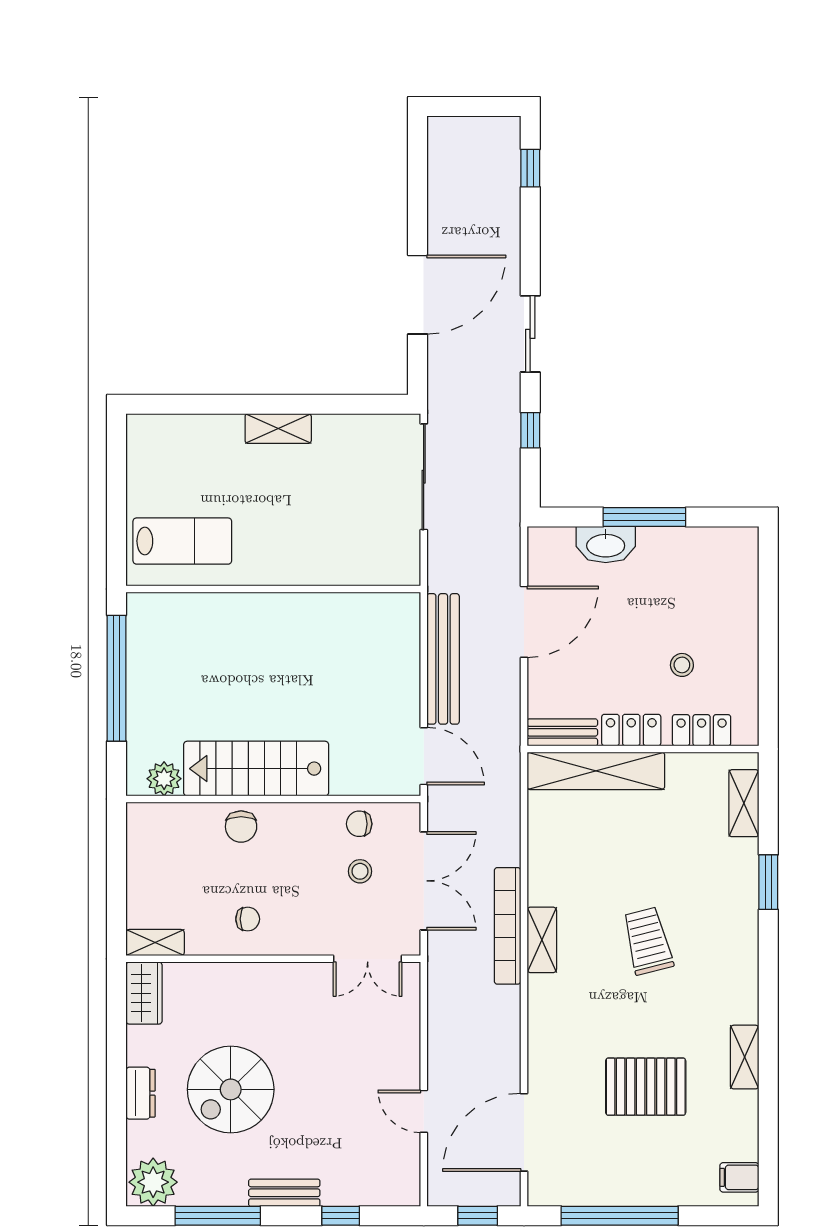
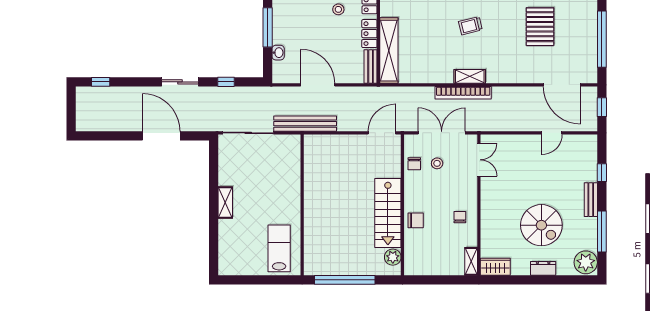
washbasin: (606, 545) -> (278, 53), width x0.52, depth x0.69
bench: (443, 659) -> (305, 124), moved
trolley: (648, 941) -> (470, 26), width x0.73, depth x0.72

